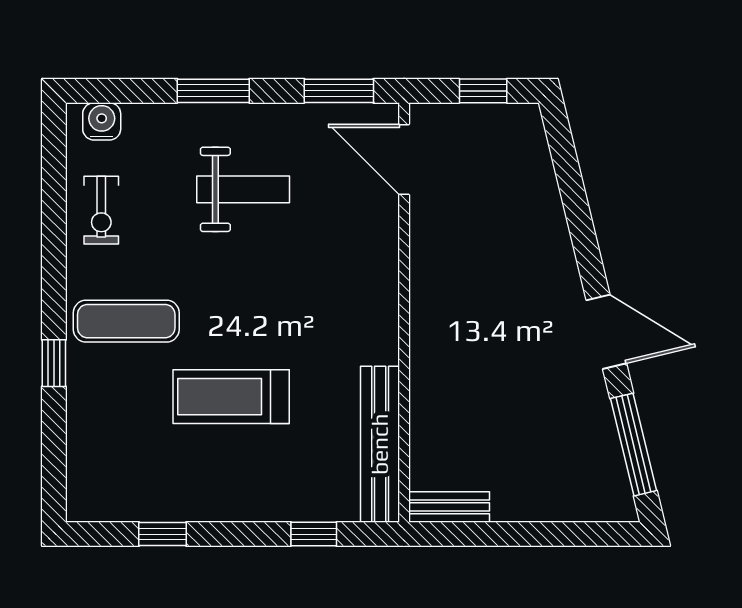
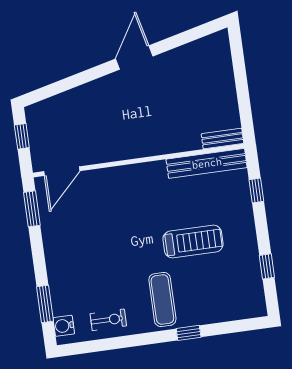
window: (213, 91) -> (45, 304), moved
weight bench: (243, 189) -> (88, 250), removed
treadmill: (231, 397) -> (193, 242), turned -90
window: (633, 445) -> (189, 36), removed
bench: (449, 507) -> (222, 139), moved, turned 90

